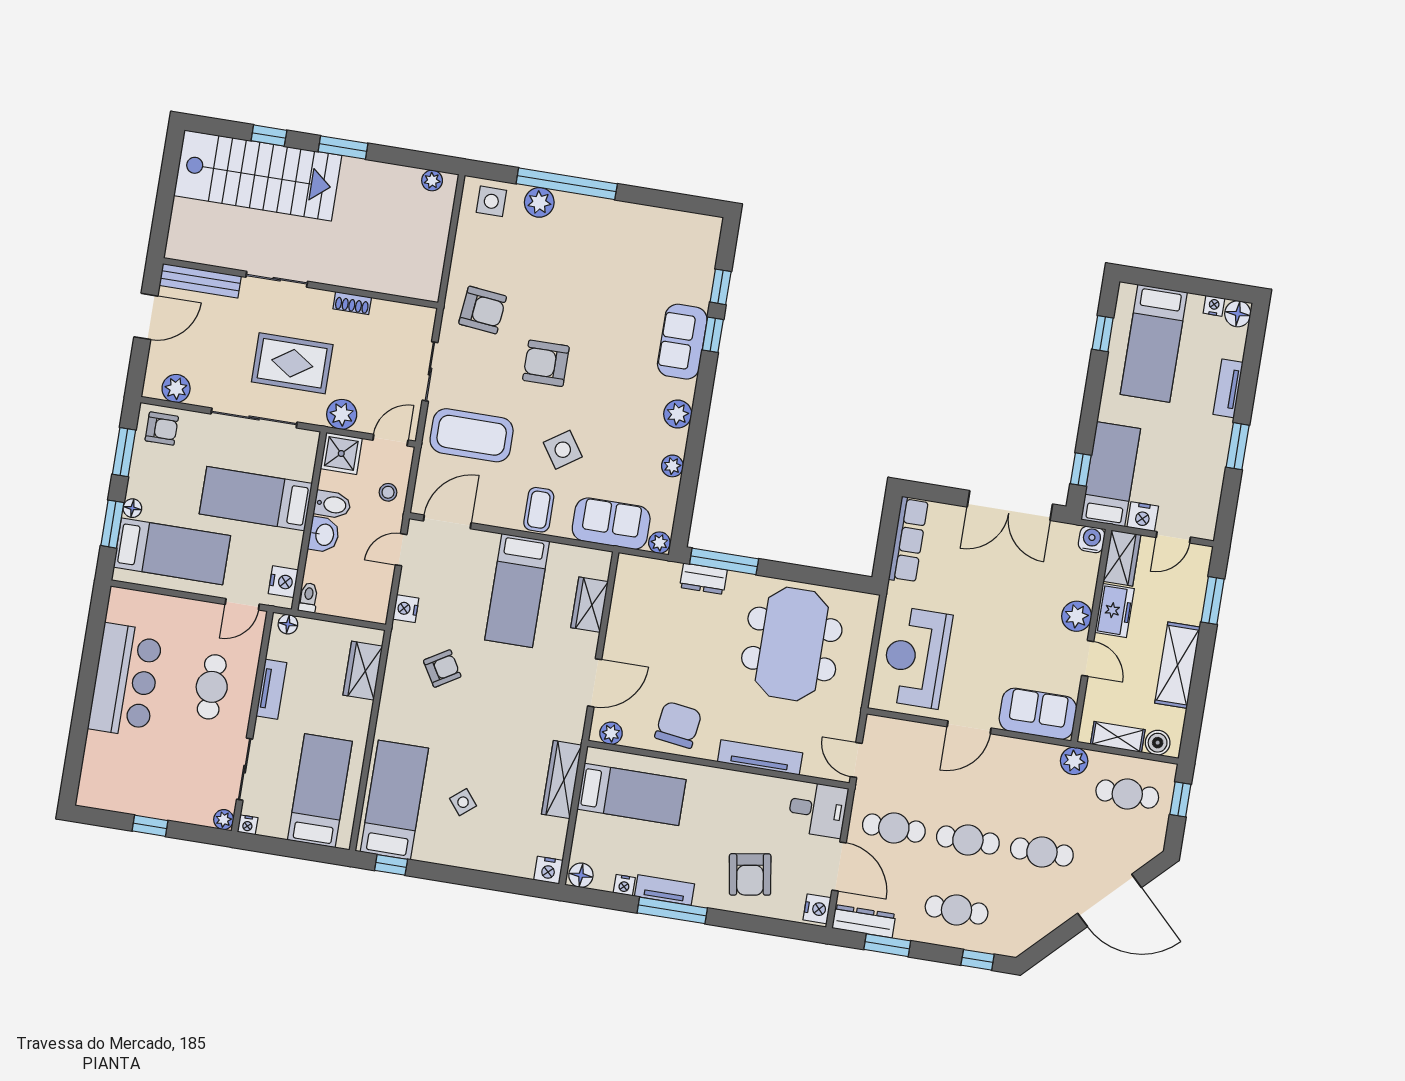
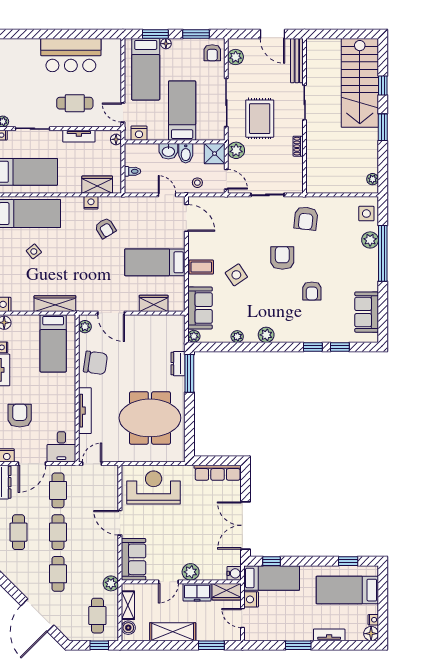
armchair: (613, 320) -> (312, 291), added
sofa: (682, 342) -> (367, 312), moved, turned -90
coffee table: (472, 435) -> (236, 224), removed
toilet: (308, 598) -> (132, 171), moved
nightstand: (406, 609) -> (91, 203), moved
armchair: (750, 874) -> (20, 416), turned 99

